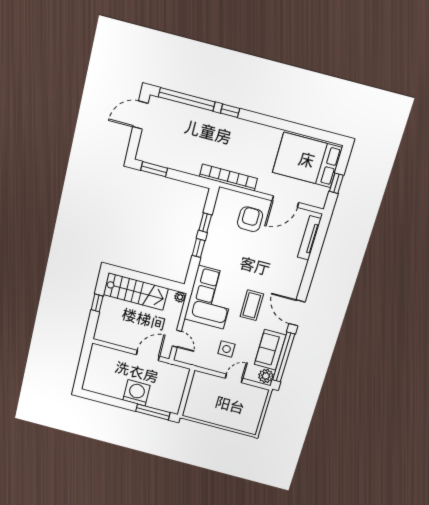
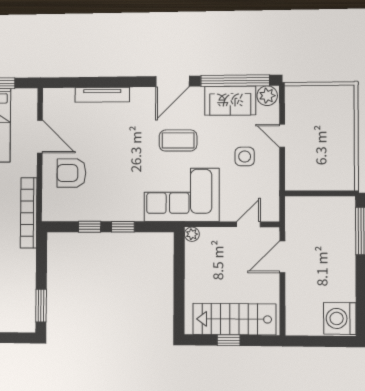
tv unit: (309, 238) -> (102, 95), moved
stairs: (136, 292) -> (234, 319), moved, turned -90
door: (148, 355) -> (282, 257), hinge flipped
washing machine: (137, 393) -> (340, 318), moved

